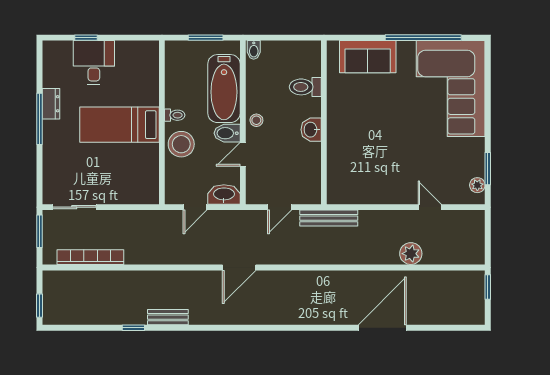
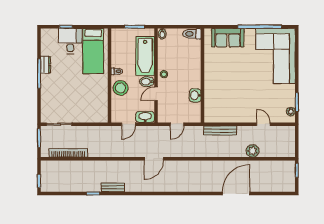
toilet: (305, 87) -> (192, 34), moved
bed: (119, 125) -> (93, 51), moved, turned -90
washbasin: (311, 130) -> (195, 95), moved
bench: (329, 218) -> (220, 130), moved

